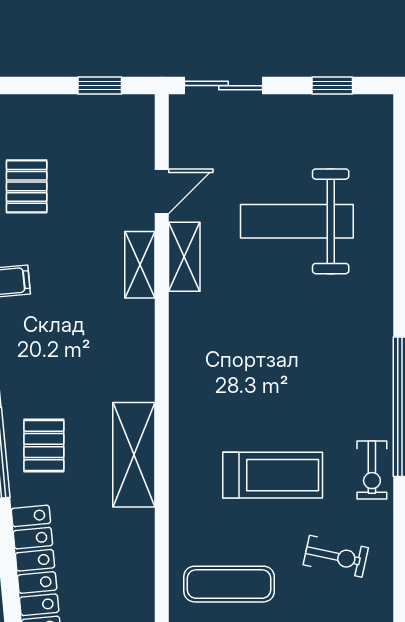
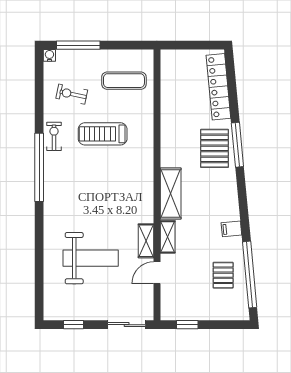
pallet: (44, 446) -> (215, 148), width x1.50, depth x1.42
shelving: (134, 455) -> (171, 194), moved

